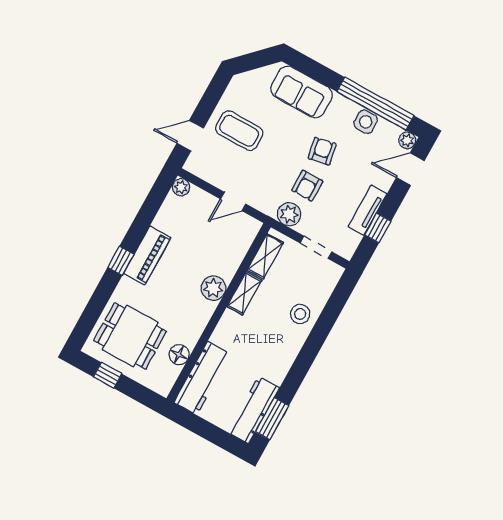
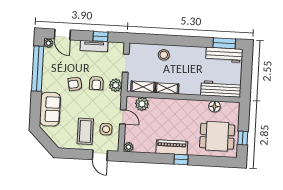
side table: (366, 122) -> (106, 129), moved
armchair: (307, 186) -> (96, 83), turned 90
plant: (213, 288) -> (142, 104), moved
dining table: (130, 336) -> (217, 136), turned 90

